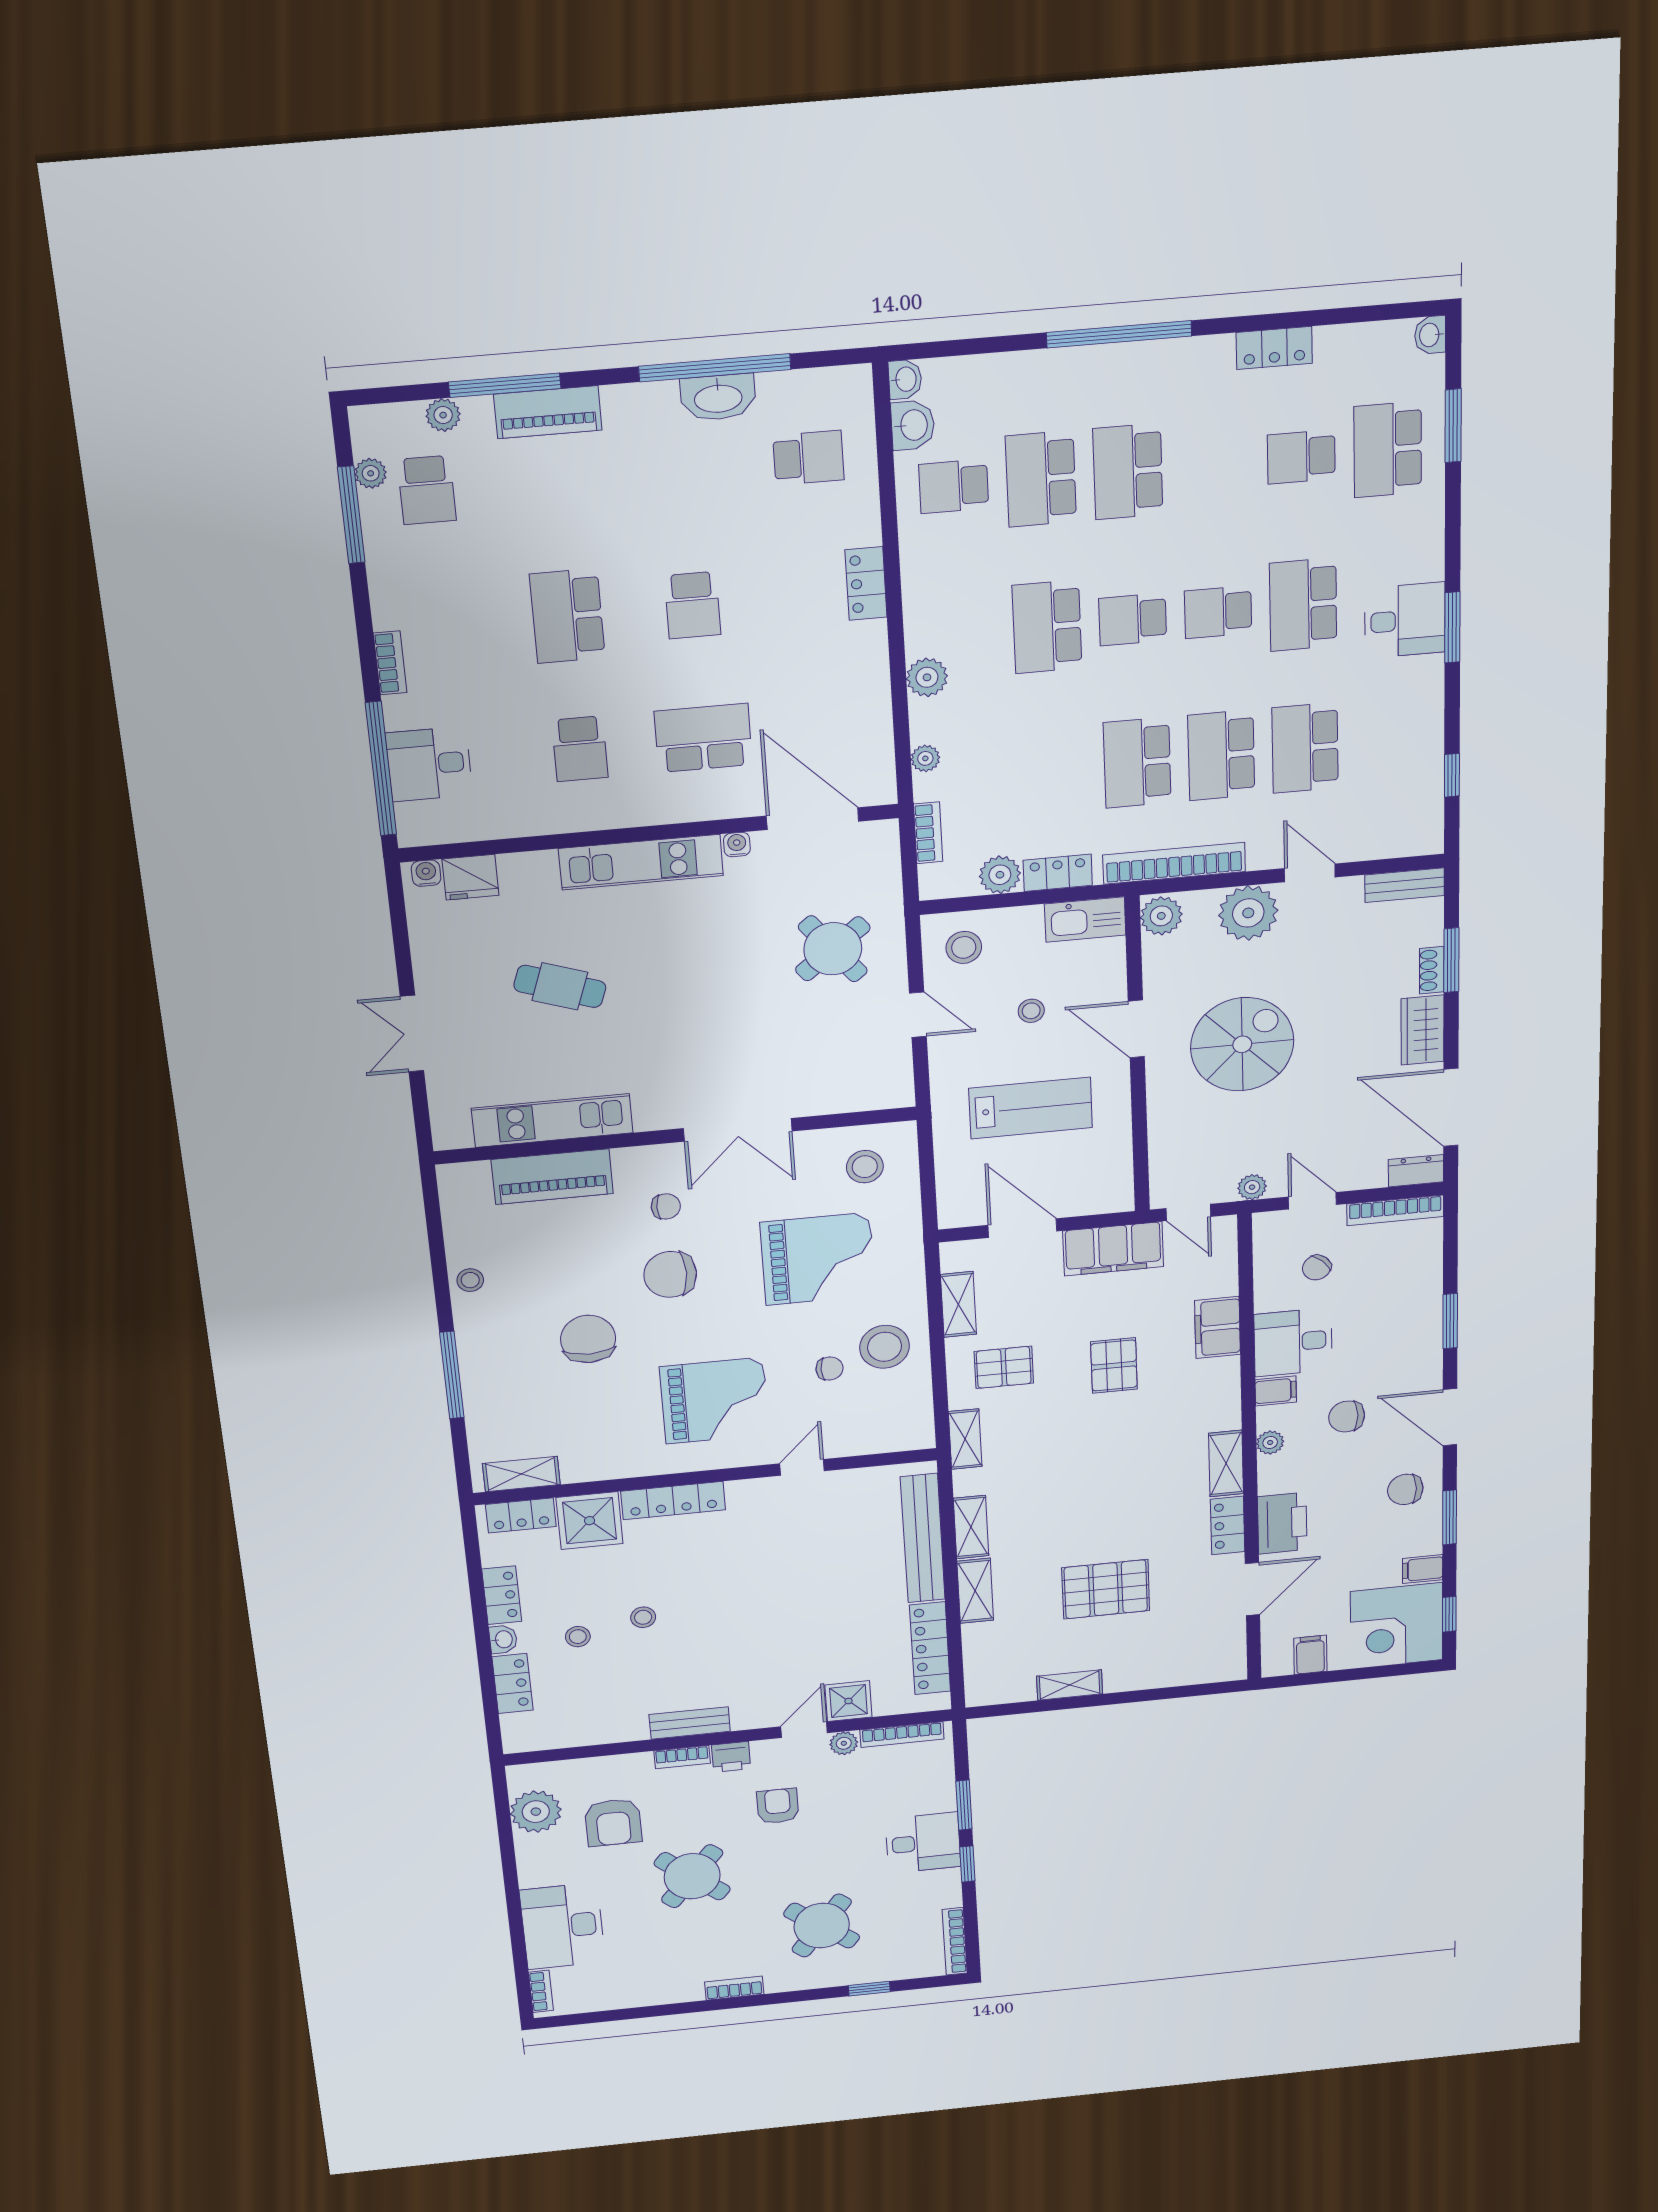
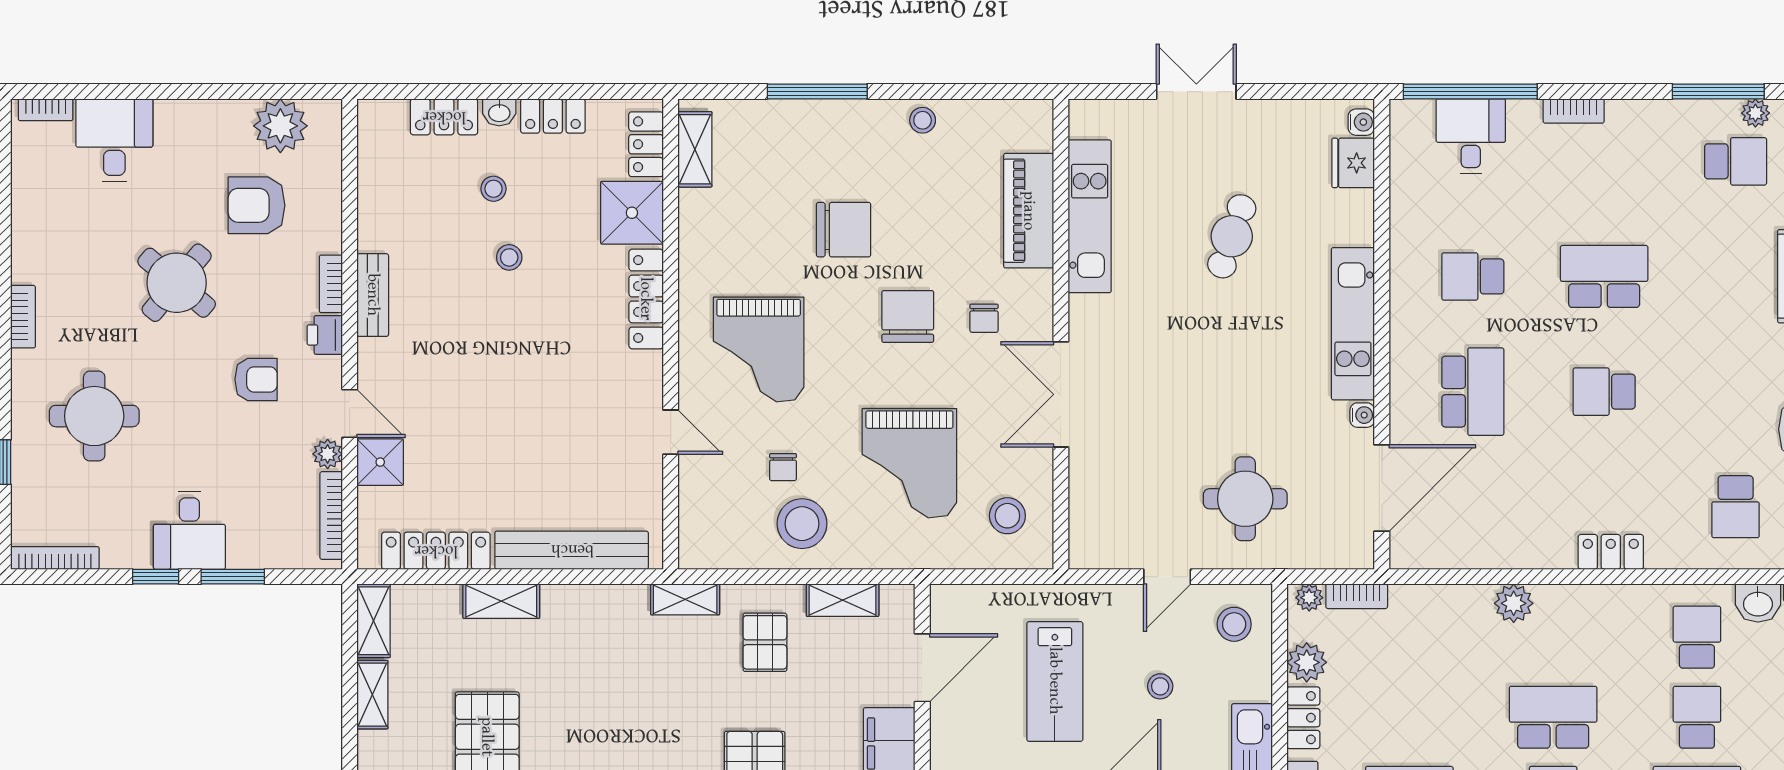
school desk: (1041, 479) -> (1697, 717), width x0.54
school desk: (427, 490) -> (1736, 161), turned 180
plant: (925, 758) -> (1309, 598), moved
round table: (833, 949) -> (1245, 499), turned 38
shelving: (971, 1527) -> (374, 621), moved, turned 90
desk: (563, 1926) -> (114, 140), width x0.73
round table: (822, 1926) -> (94, 416), turned -38

